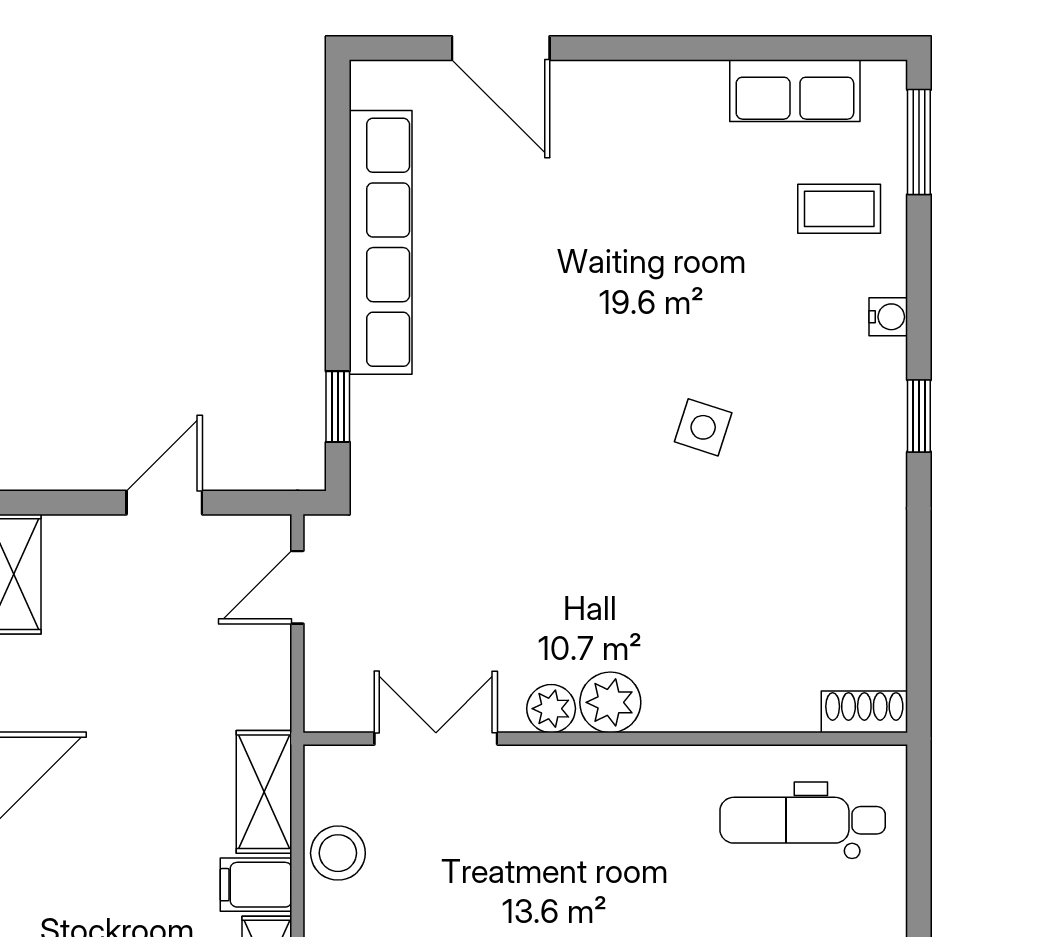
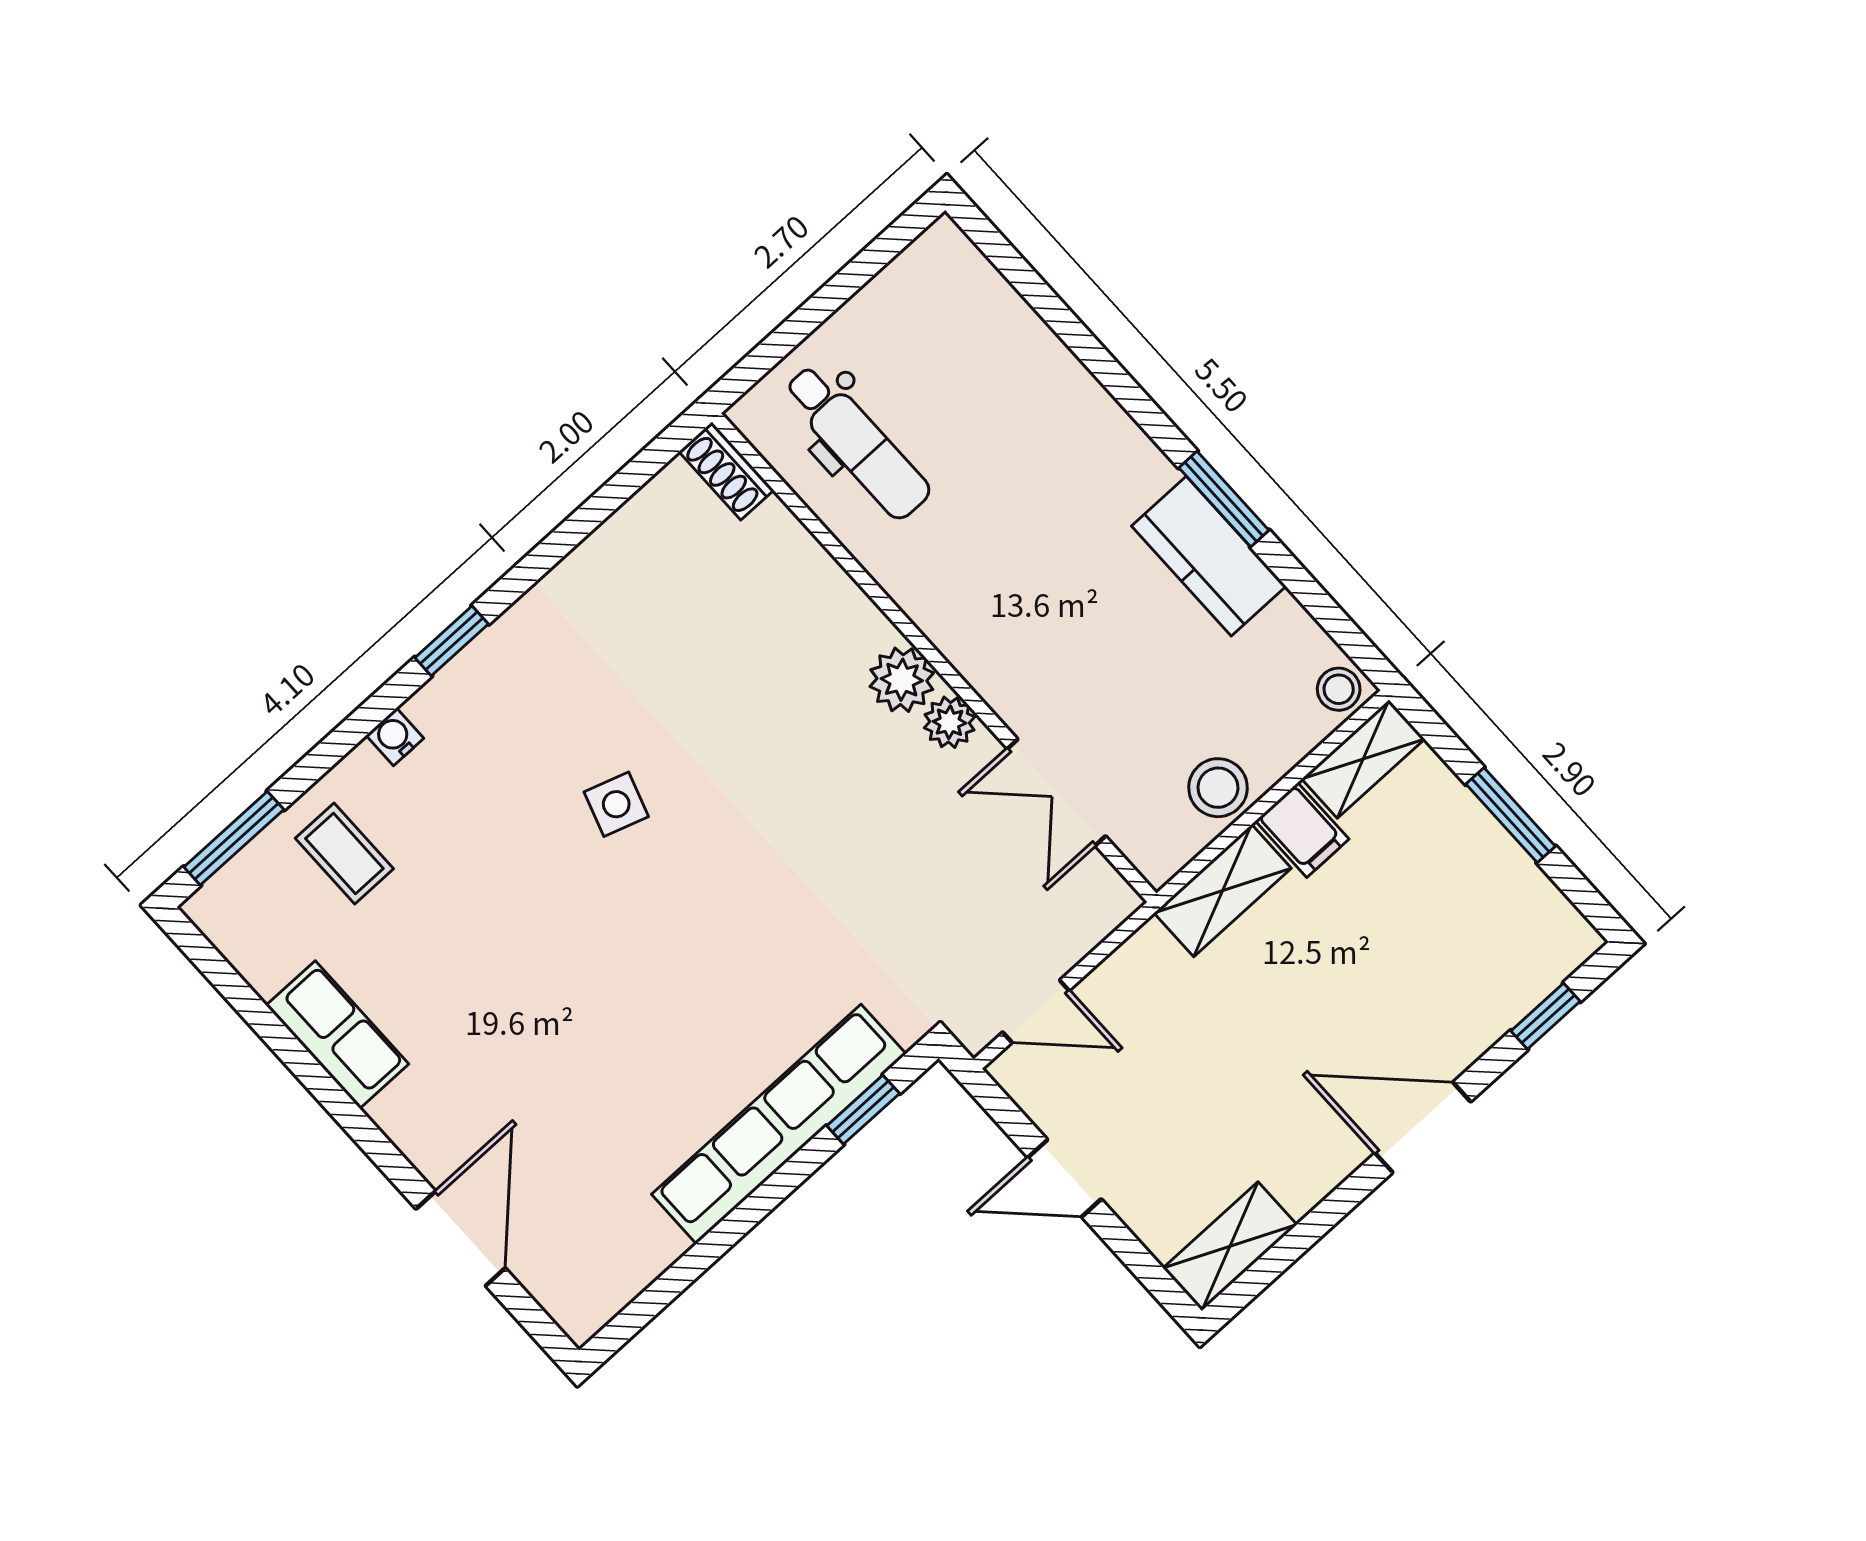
row of seats: (795, 91) -> (337, 1035), moved
row of seats: (381, 242) -> (779, 1124), moved

